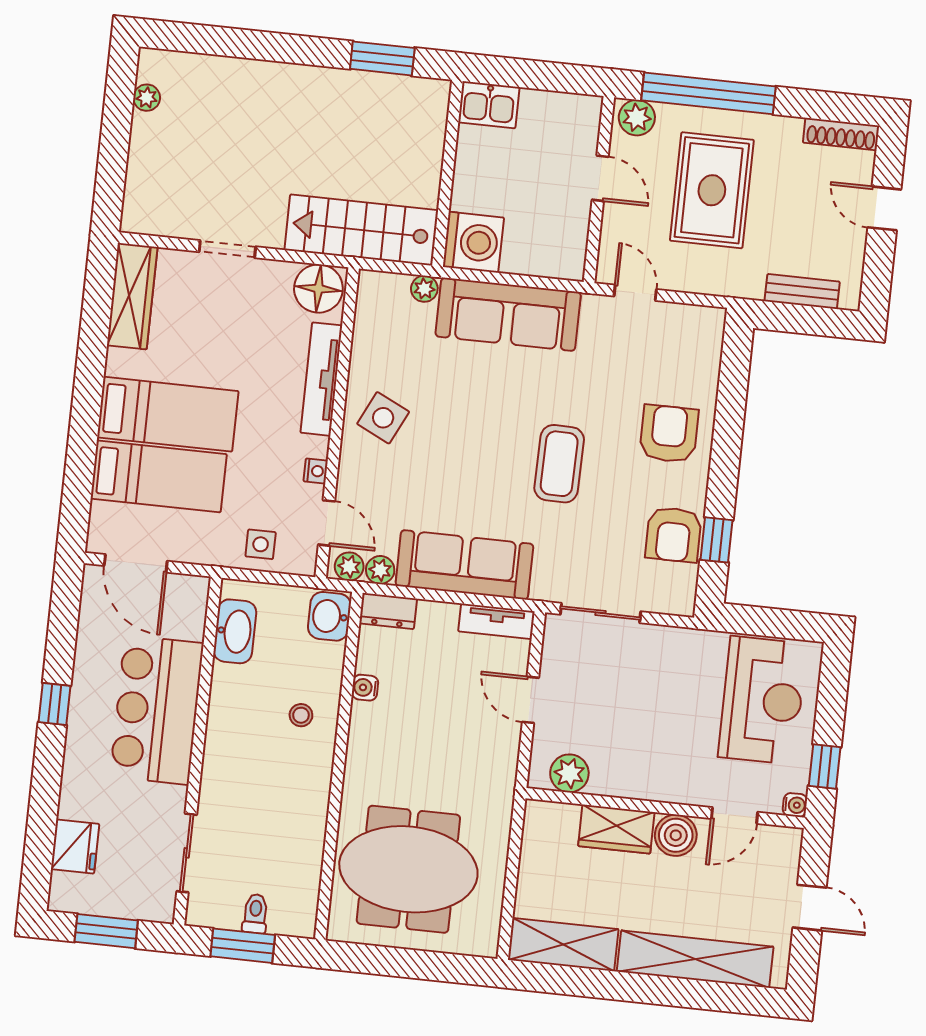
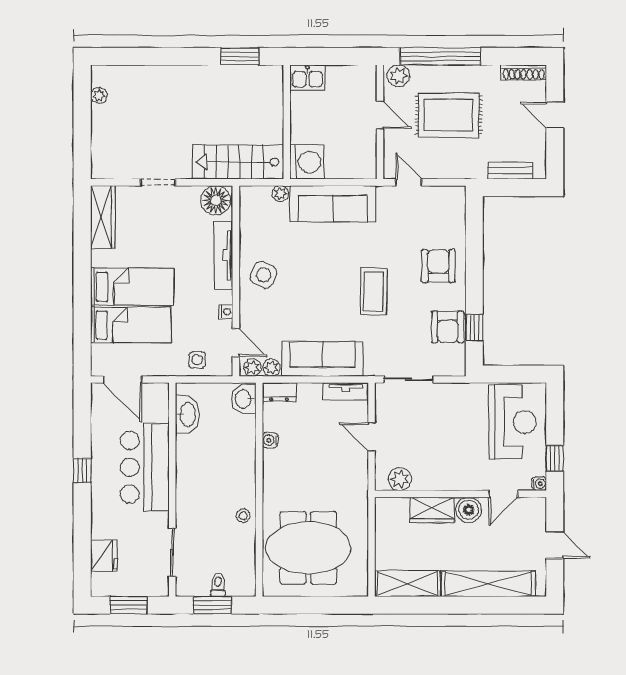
rug: (712, 190) -> (449, 115), turned 90
stool: (301, 715) -> (243, 516), moved

